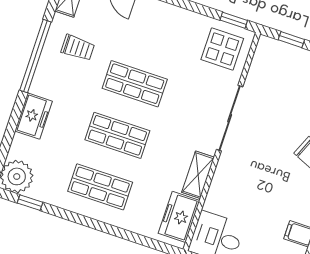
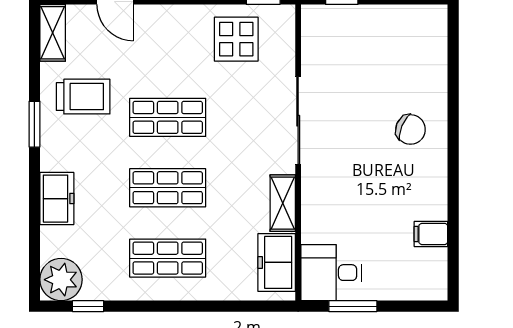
trolley: (78, 48) -> (83, 97), width x1.36, depth x1.39
display table: (222, 49) -> (236, 39), moved
window: (35, 56) -> (34, 124), width x0.47

